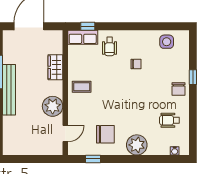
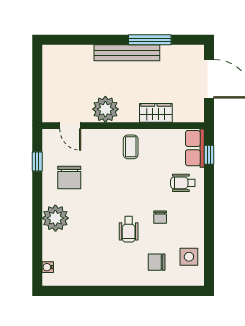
window: (193, 77) -> (143, 291), removed
chair: (178, 89) -> (157, 262), moved
wheelchair: (169, 120) -> (129, 229), moved, turned 180

